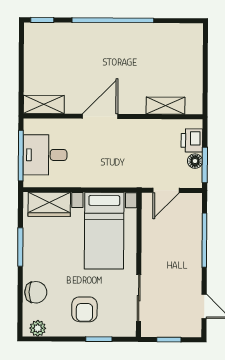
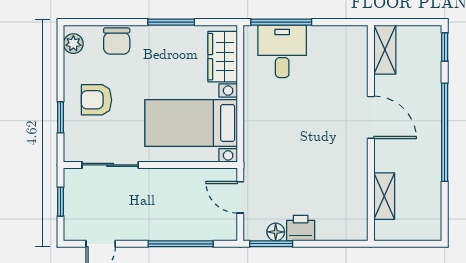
shelving: (44, 104) -> (385, 50), moved
shelving: (165, 106) -> (384, 196), moved
door: (100, 116) -> (371, 117), moved
wall: (113, 116) -> (371, 133), moved

